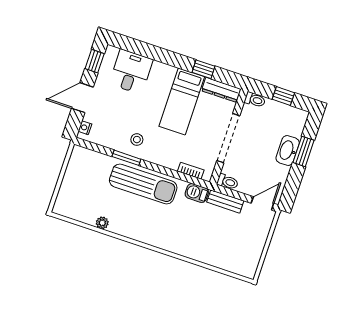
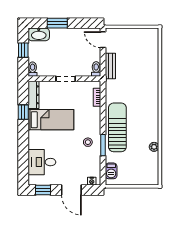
doorway: (228, 138) -> (66, 79), width x0.53
washbasin: (288, 151) -> (39, 34), moved
barbecue: (197, 193) -> (111, 171), moved

